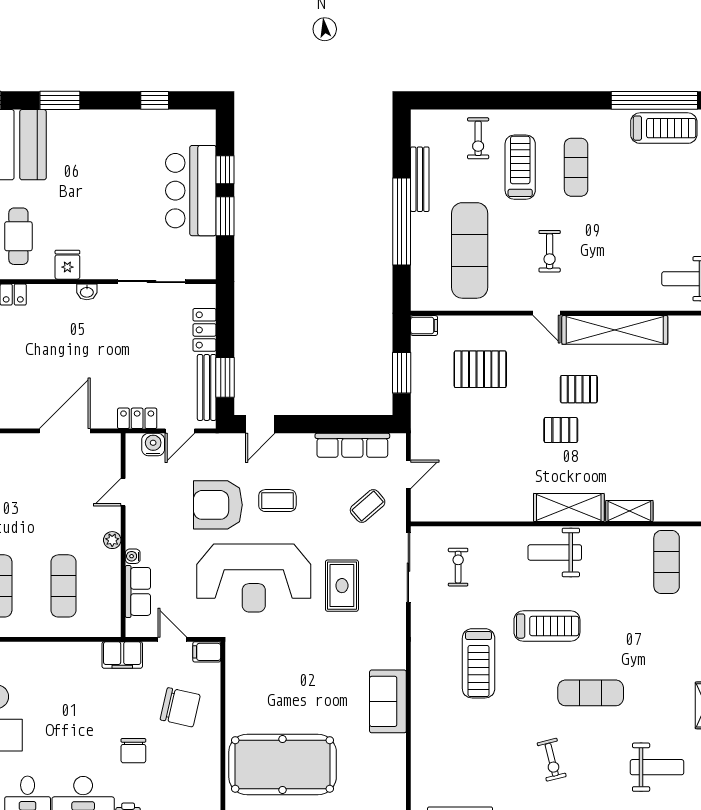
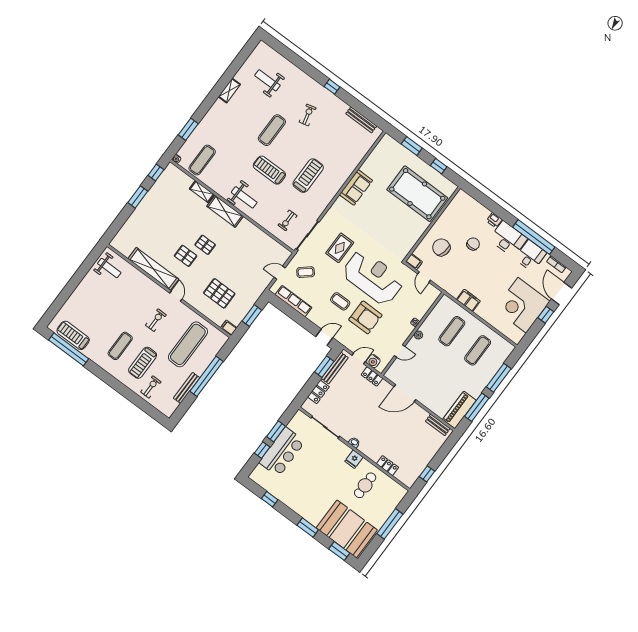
row of seats: (138, 591) -> (424, 307), removed
filing cabinet: (122, 655) -> (468, 300), moved
exercise mat: (591, 693) -> (272, 130), turned 90

